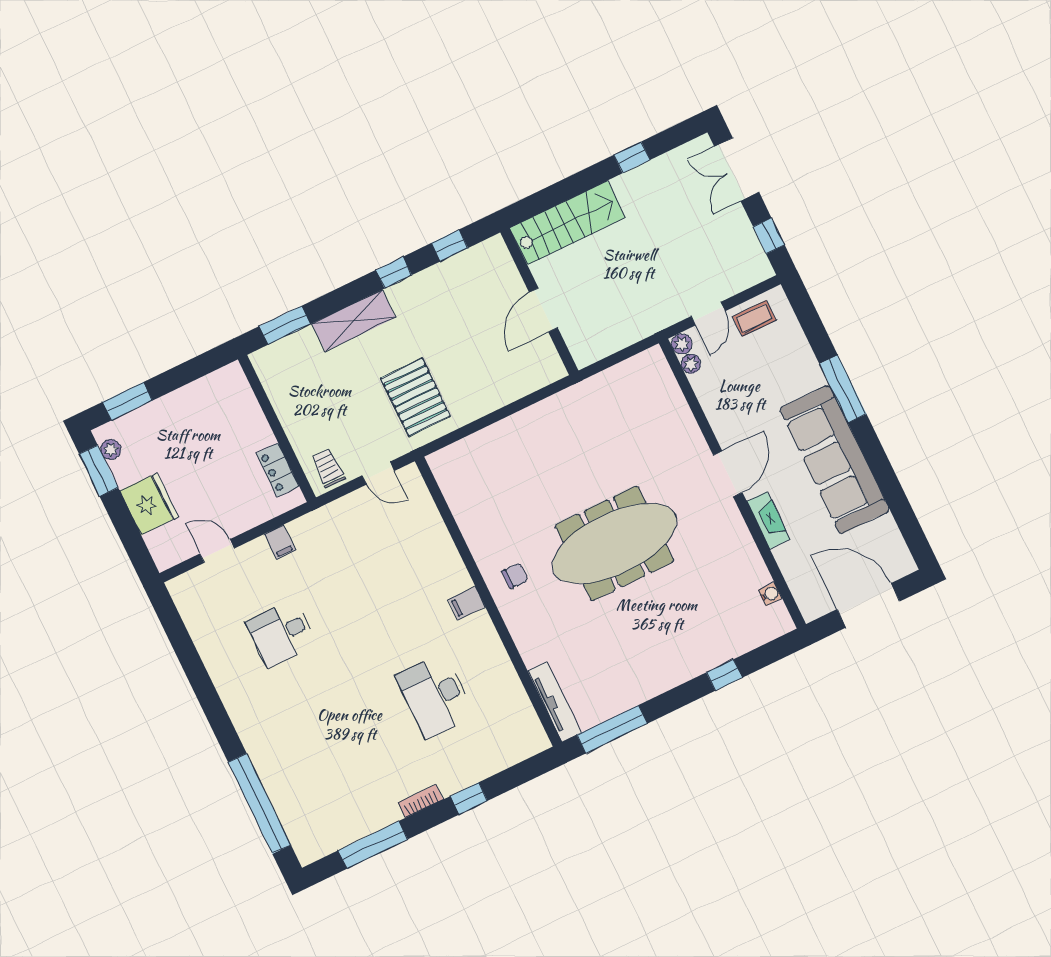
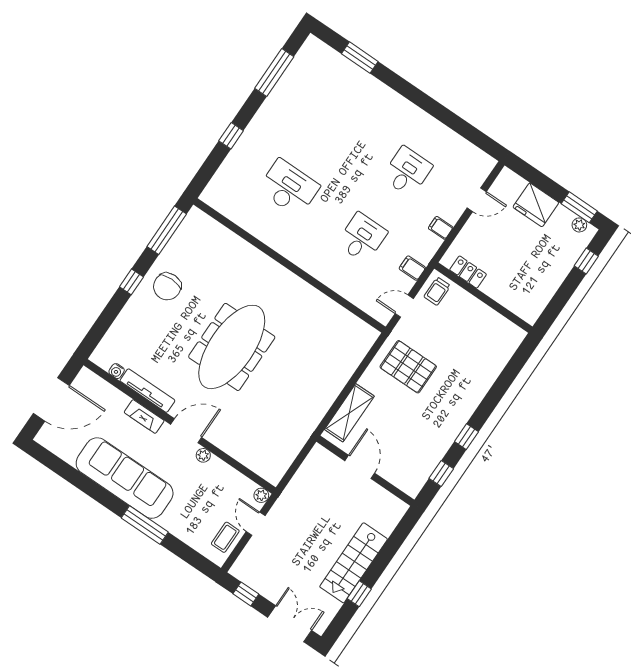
stairs: (567, 223) -> (354, 563), moved
shelving: (354, 321) -> (349, 413), moved
window: (285, 325) -> (515, 365), removed
plant: (691, 364) -> (203, 455), moved
window: (127, 401) -> (586, 261), width x0.67
trolley: (328, 468) -> (437, 291), turned 90
door: (728, 474) -> (186, 431), swing flipped
chair: (515, 576) -> (167, 286), moved, width x1.87, depth x1.87
desk: (382, 585) -> (362, 238), added
filing cabinet: (467, 603) -> (412, 268), moved, turned -90
window: (724, 675) -> (131, 282), moved
tv unit: (554, 702) -> (147, 391), moved, turned 180
bookcase: (421, 801) -> (260, 117), removed
window: (260, 804) -> (360, 58), width x0.47

